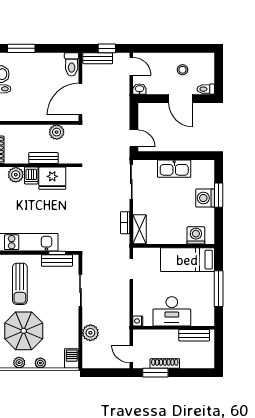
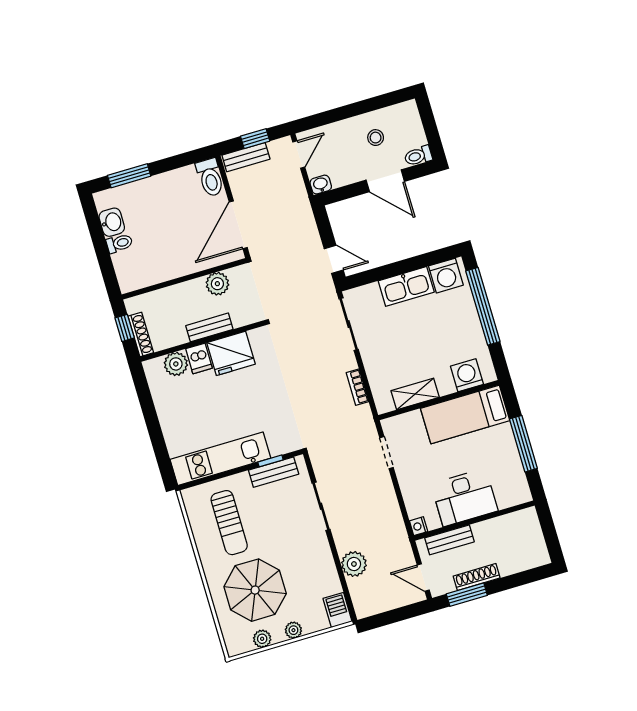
door: (131, 66) -> (299, 155), hinge flipped
window: (219, 195) -> (483, 306), width x2.11
washing machine: (205, 198) -> (446, 276), moved, turned -90
shelving: (140, 229) -> (415, 394), moved, turned 90
bench: (194, 335) -> (449, 540), moved

